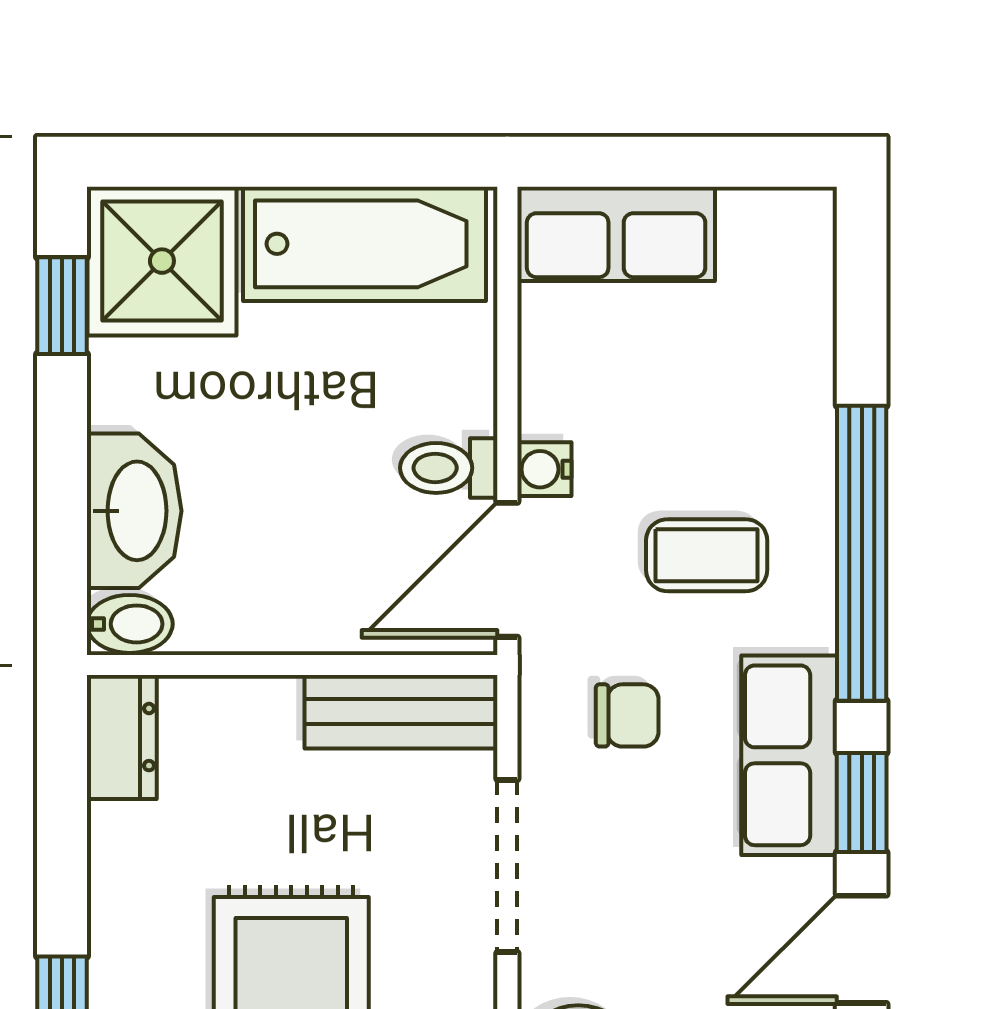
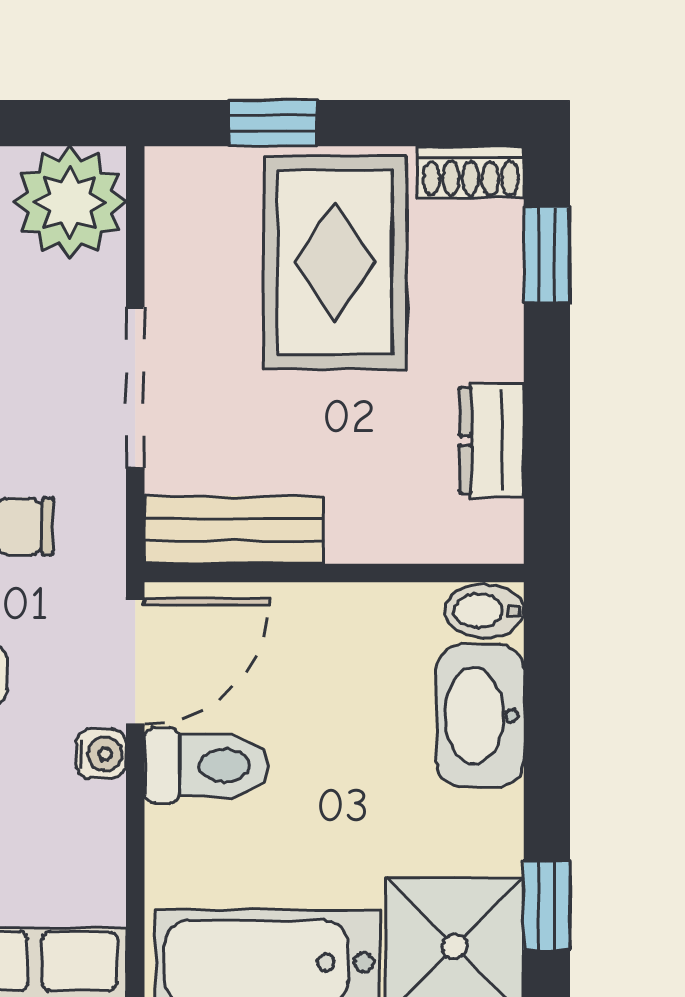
toilet: (449, 468) -> (207, 765), width x1.37, depth x1.39
dresser: (122, 737) -> (492, 440), moved

